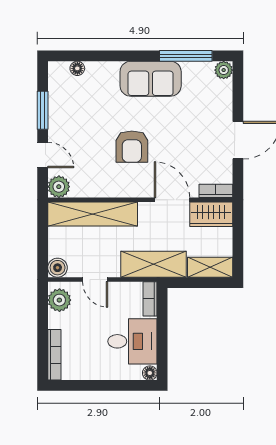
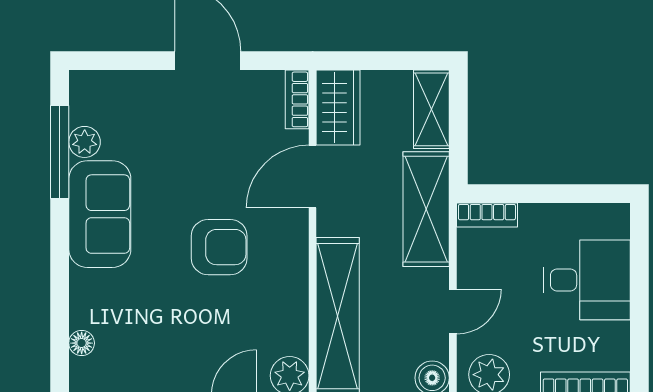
plant: (224, 70) -> (85, 142), moved
desk: (132, 341) -> (587, 280), moved, turned 90
floor lamp: (150, 373) -> (617, 216), removed

